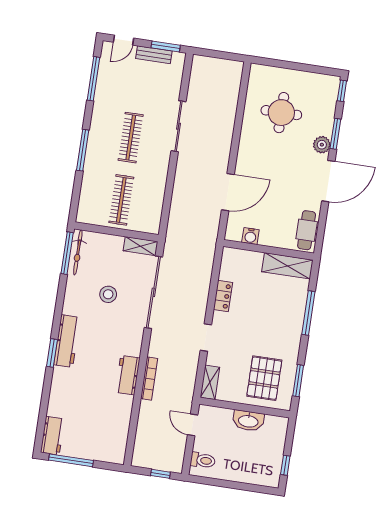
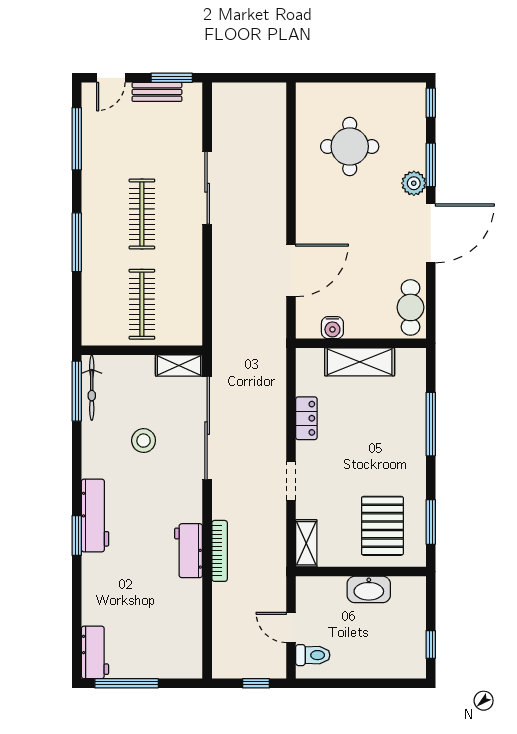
shelving: (287, 266) -> (360, 362), moved
door: (193, 425) -> (291, 627), moved

